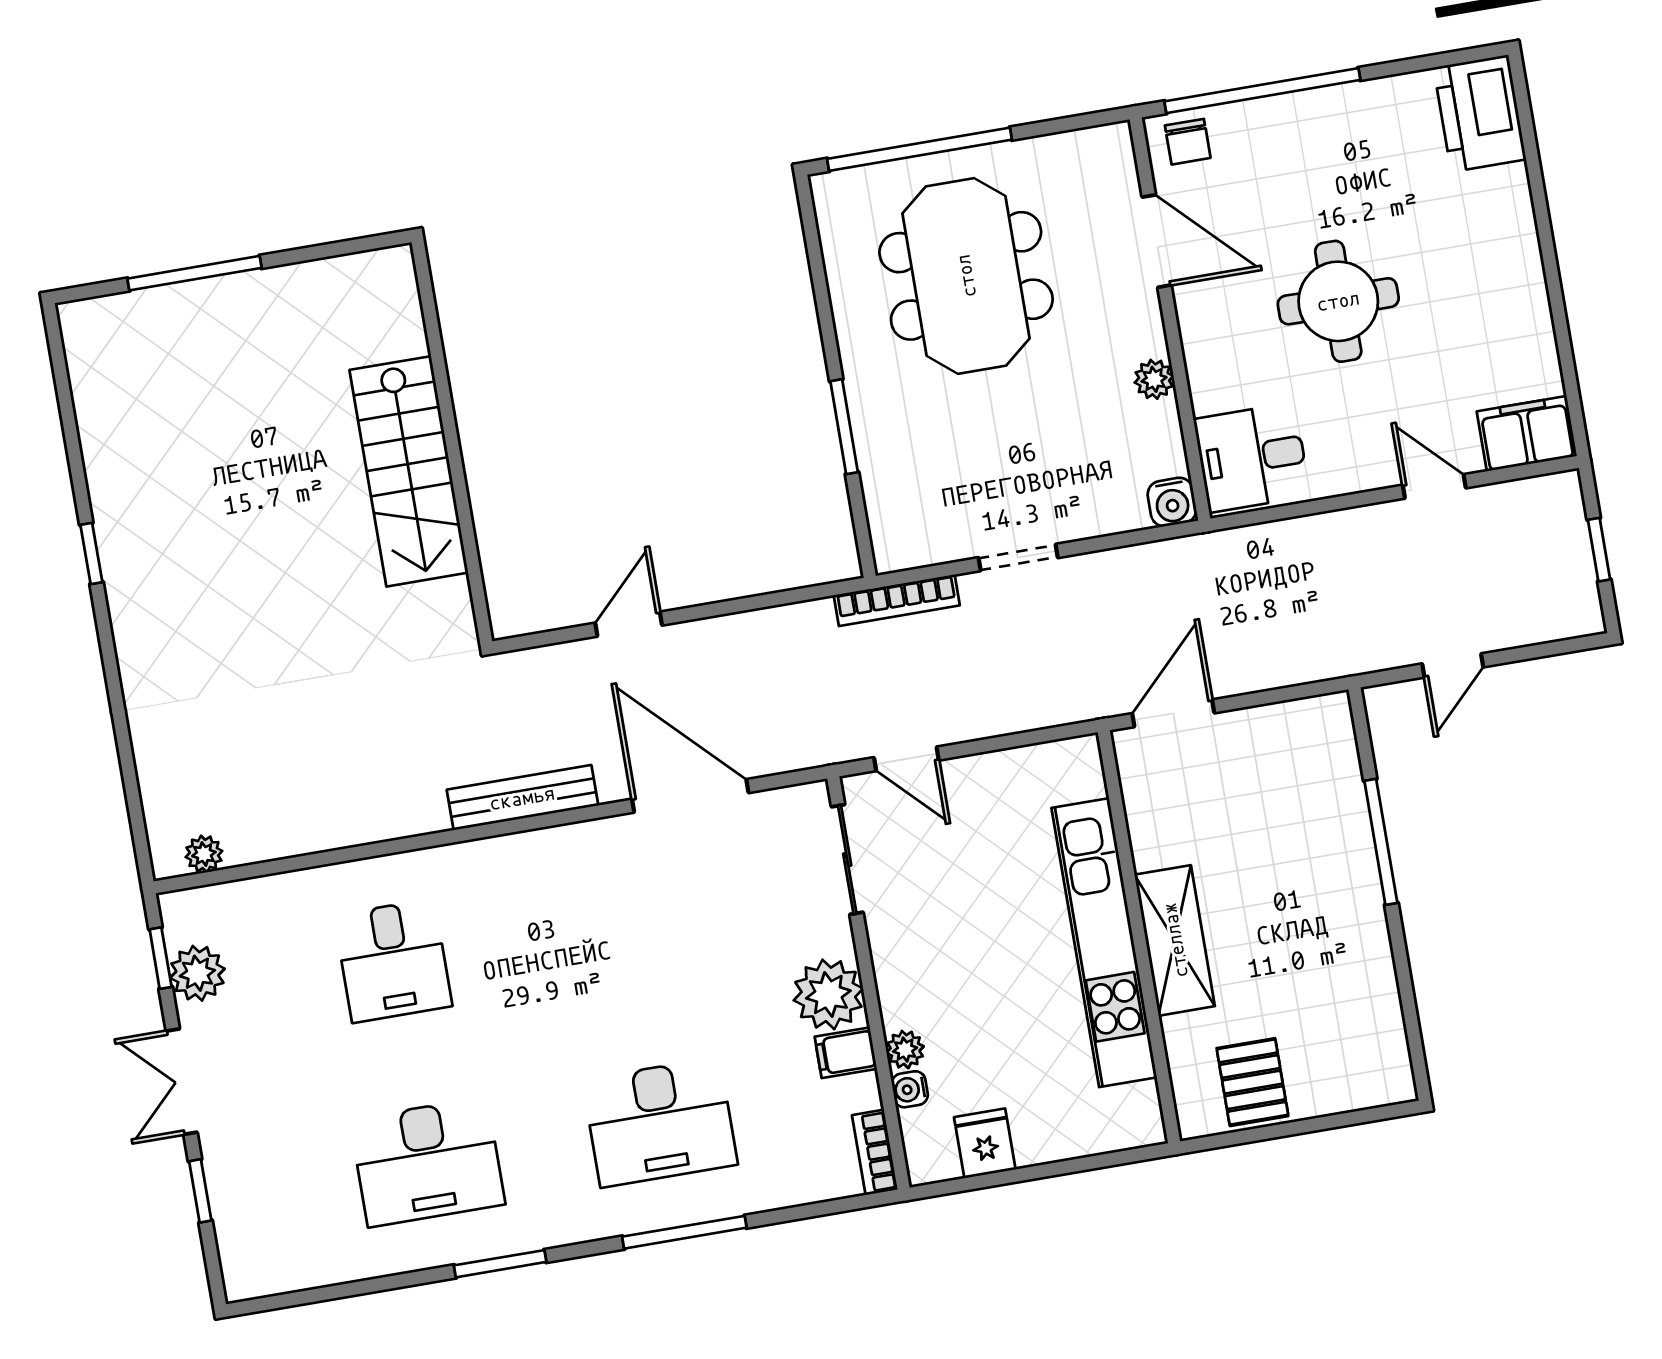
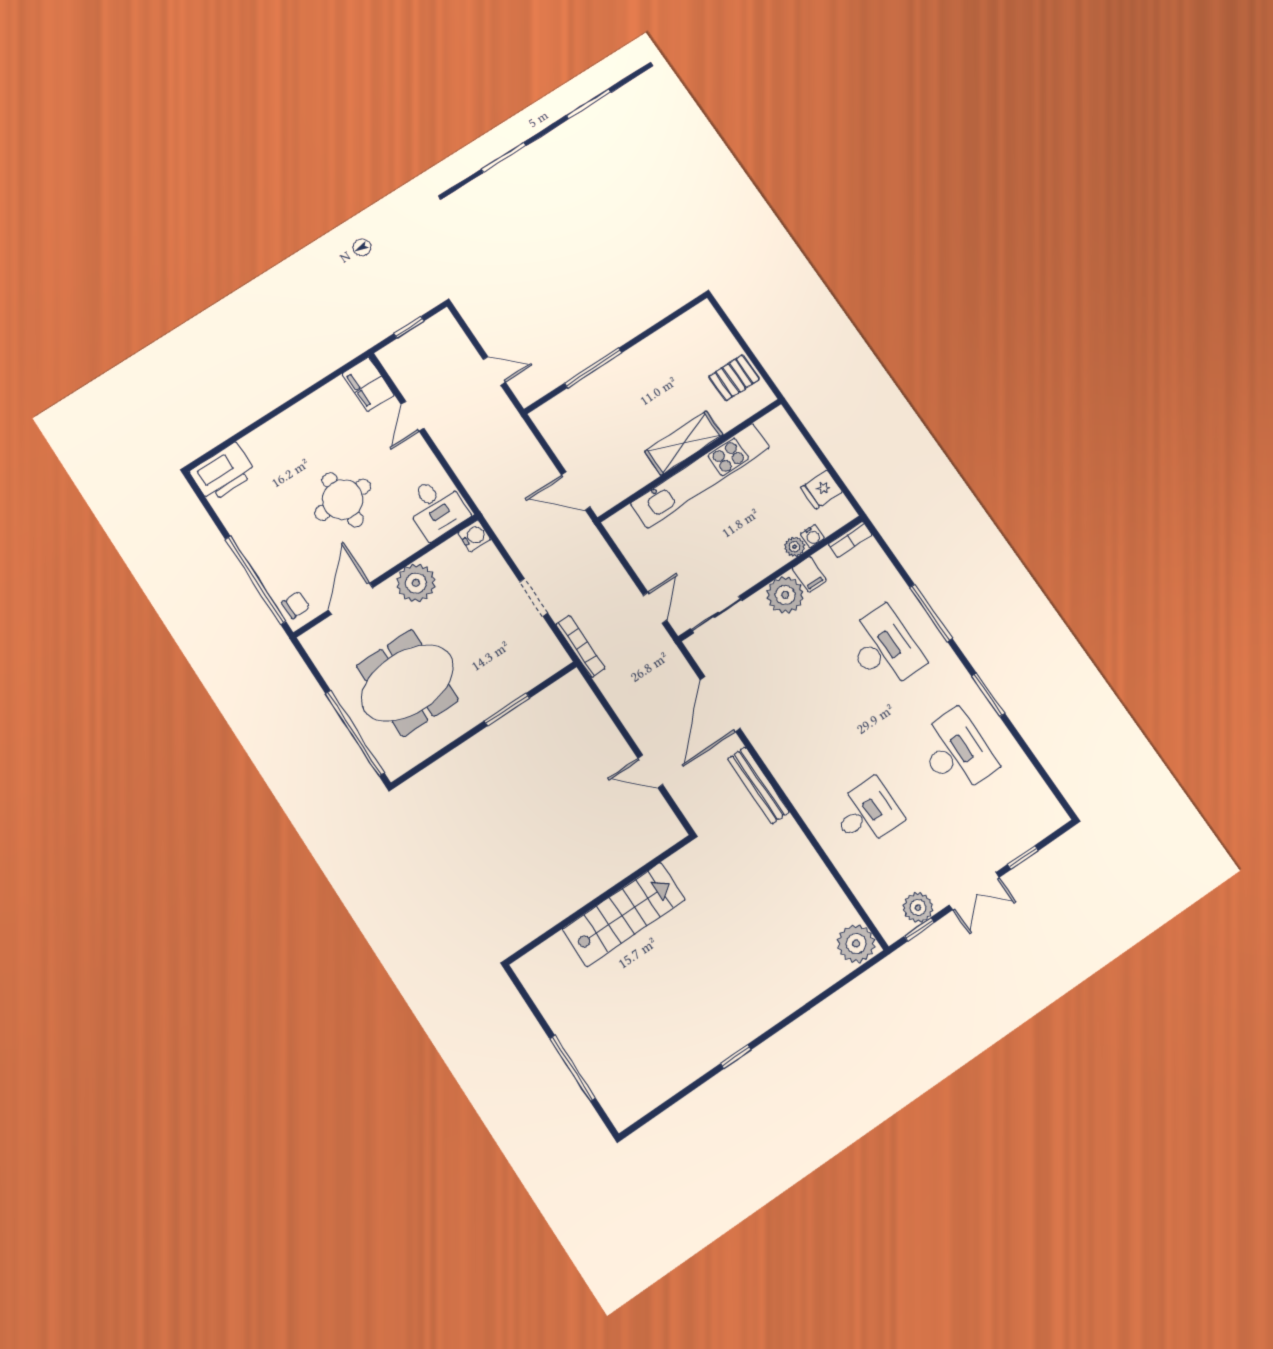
plant: (1154, 379) -> (416, 583), width x1.88, depth x1.88
plant: (204, 854) -> (856, 944), width x1.88, depth x1.88

